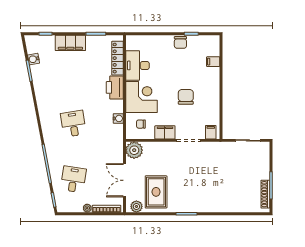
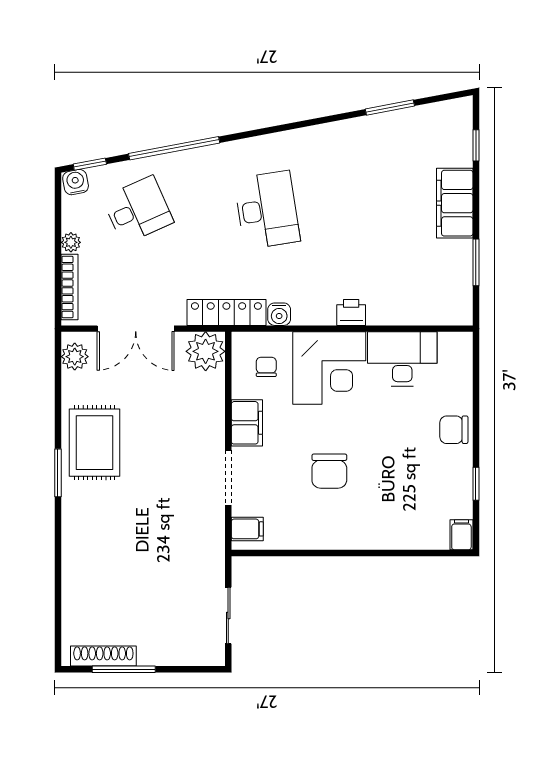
chair: (180, 42) -> (454, 430), moved
locker: (117, 58) -> (226, 313), moved
water cooler: (34, 59) -> (76, 182), moved
filing cabinet: (213, 62) -> (461, 535), moved
printer: (115, 87) -> (351, 313), width x0.53, depth x0.68
chair: (186, 97) -> (329, 471), turned 90
desk: (73, 124) -> (267, 210), width x1.37
desk: (73, 179) -> (138, 210), turned -33
double door: (124, 180) -> (136, 329), swing flipped
rug: (156, 192) -> (94, 443), moved, turned 90

